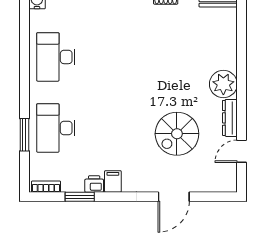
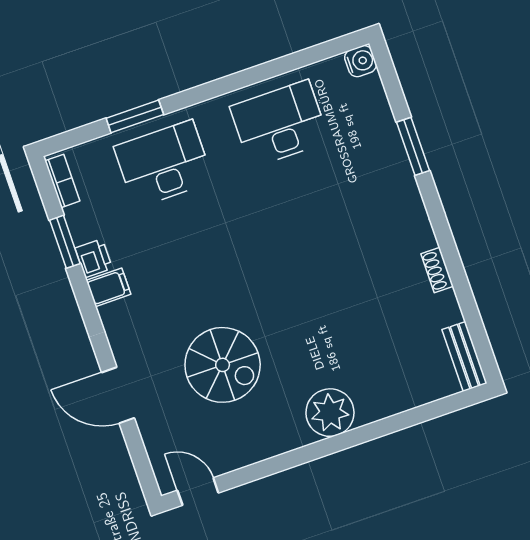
dresser: (230, 118) -> (278, 442), removed
spiral stairs: (177, 134) -> (223, 365), turned 180
door: (242, 151) -> (198, 492), moved

